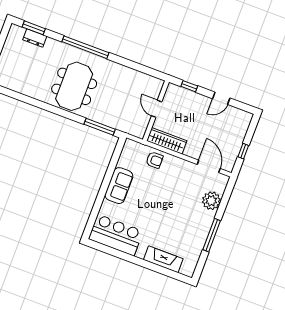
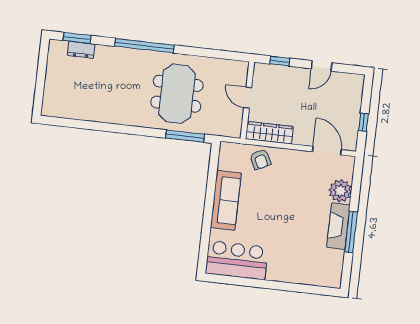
meeting table: (74, 86) -> (177, 94), moved
armchair: (155, 160) -> (260, 159), turned 64
sofa: (119, 186) -> (226, 200), width x1.36
fireplace: (163, 259) -> (338, 226), moved, turned -90

